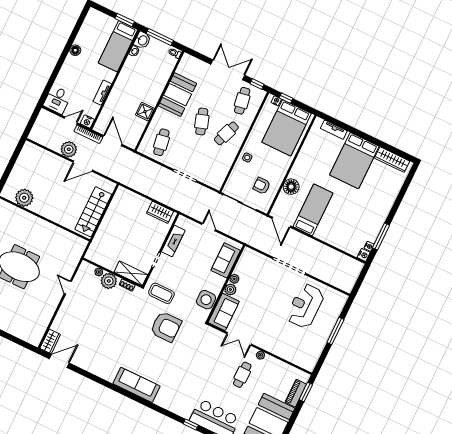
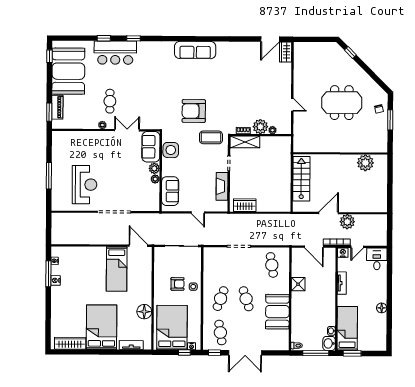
armchair: (262, 186) -> (177, 284), moved
floor lamp: (291, 187) -> (144, 312), moved
nightstand: (364, 255) -> (56, 280), moved

